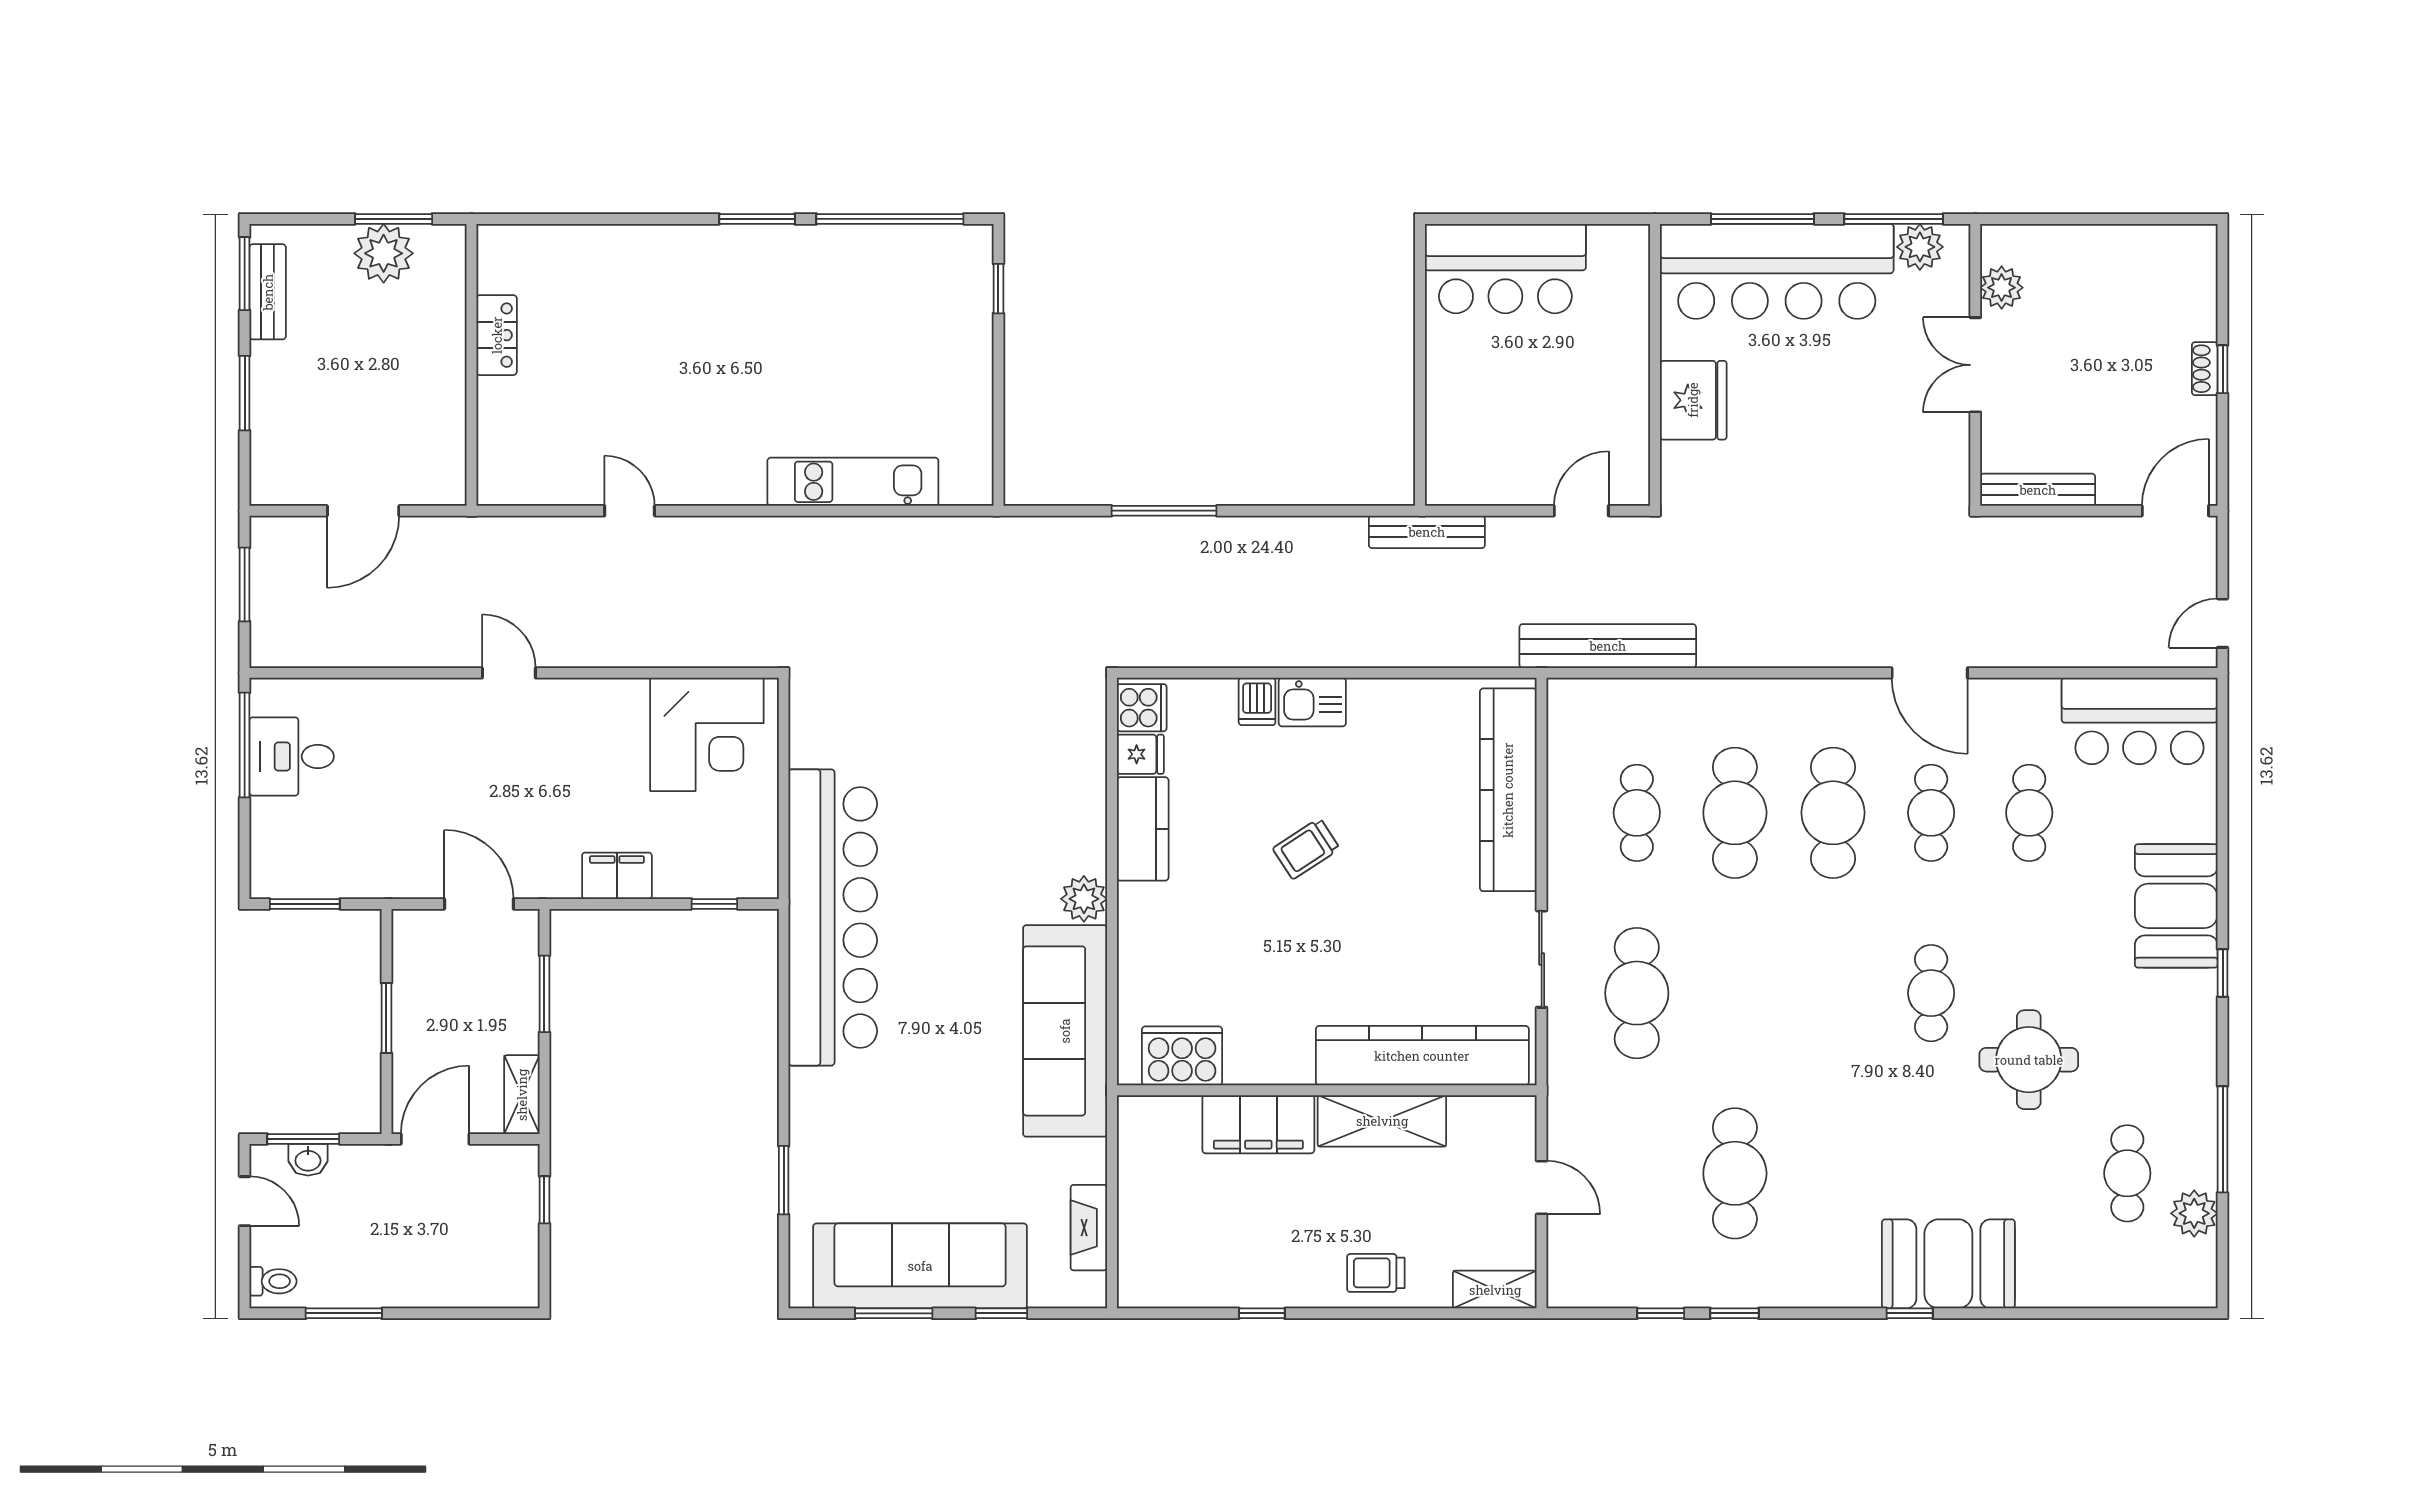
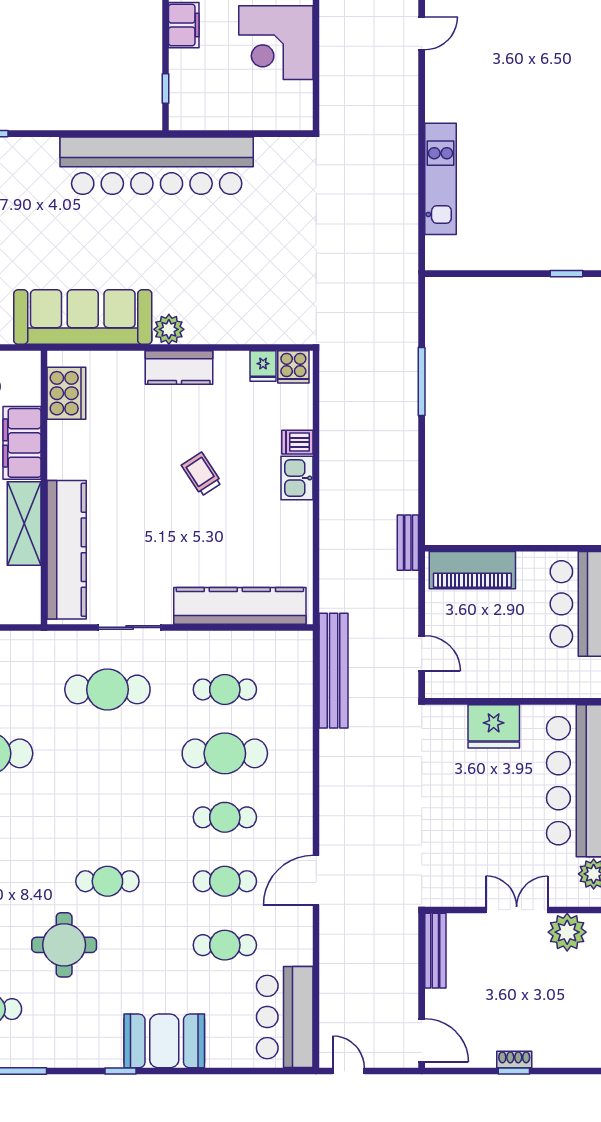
plant: (2002, 288) -> (567, 932), width x1.36, depth x1.36
piano: (1454, 433) -> (472, 570), added
bench: (1427, 532) -> (408, 543), width x0.73
corner desk: (707, 734) -> (276, 43), moved
cafe table: (1833, 813) -> (225, 817), width x0.73, depth x0.74
kitchen counter: (1143, 829) -> (179, 368), moved

